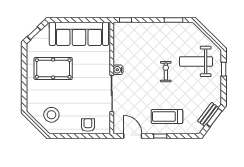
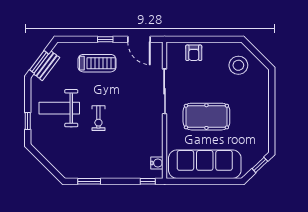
weight bench: (196, 61) -> (59, 108), moved, turned 180
pool table: (53, 68) -> (206, 117), moved
water cooler: (118, 70) -> (157, 163), moved

